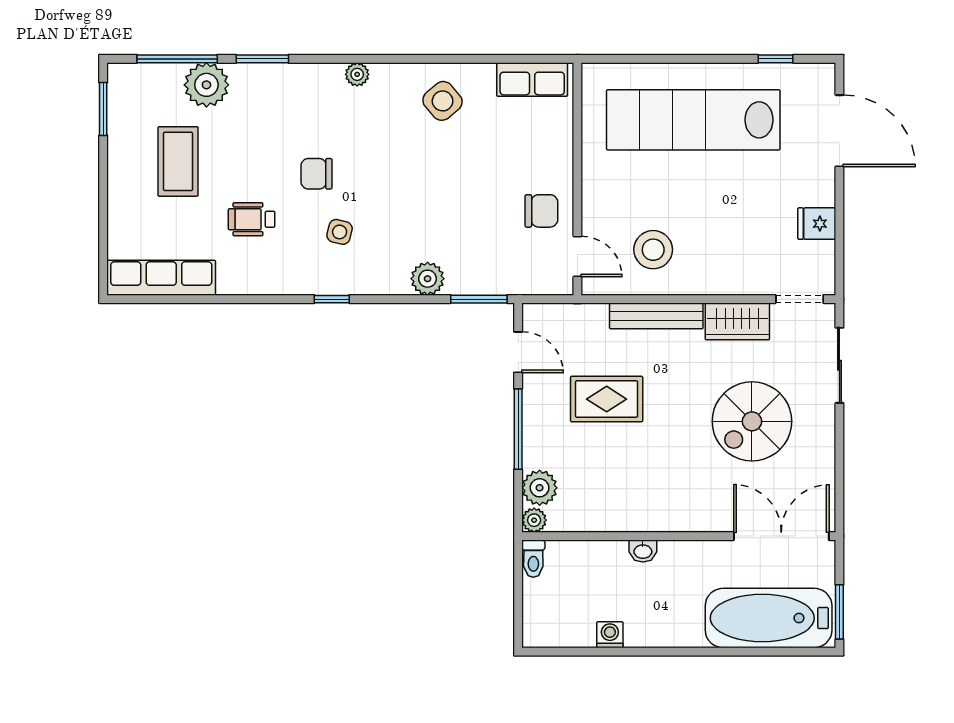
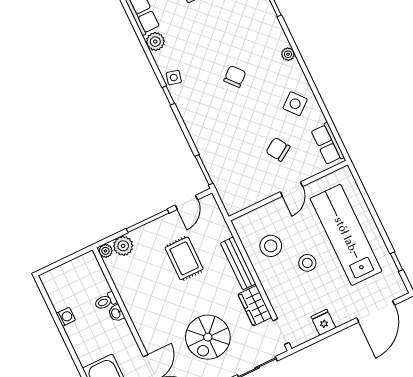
chair: (317, 174) -> (235, 76), moved, turned 49
stool: (709, 204) -> (307, 263), added
chair: (541, 211) -> (278, 149), moved, turned 147
wheelchair: (252, 219) -> (189, 36), removed
side table: (340, 232) -> (174, 78), moved
door: (577, 257) -> (291, 189), moved
plant: (428, 279) -> (155, 42), moved
spiral stairs: (752, 421) -> (208, 337), turned -90
toilet: (533, 559) -> (106, 301), moved

